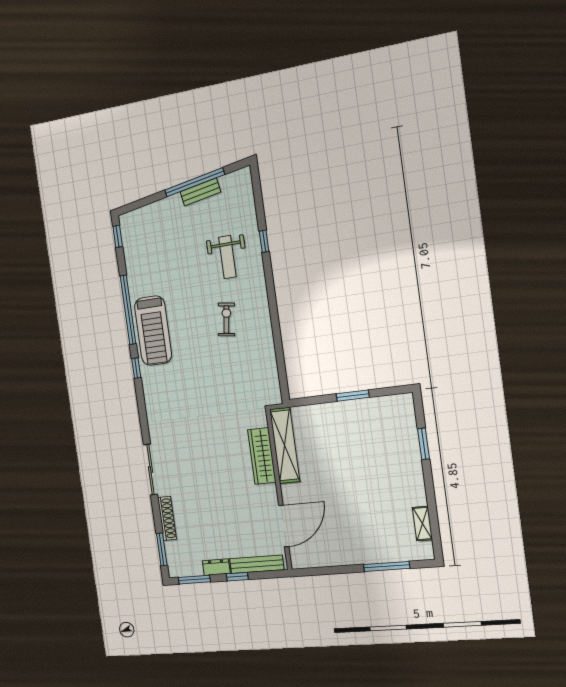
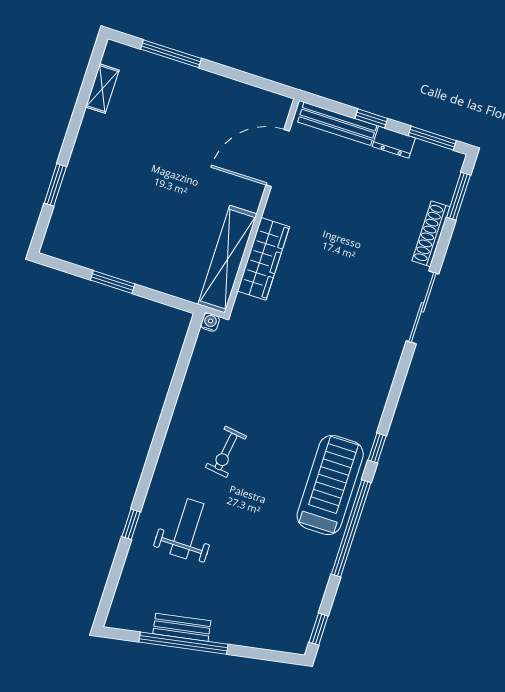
water cooler: (276, 399) -> (210, 322), added

